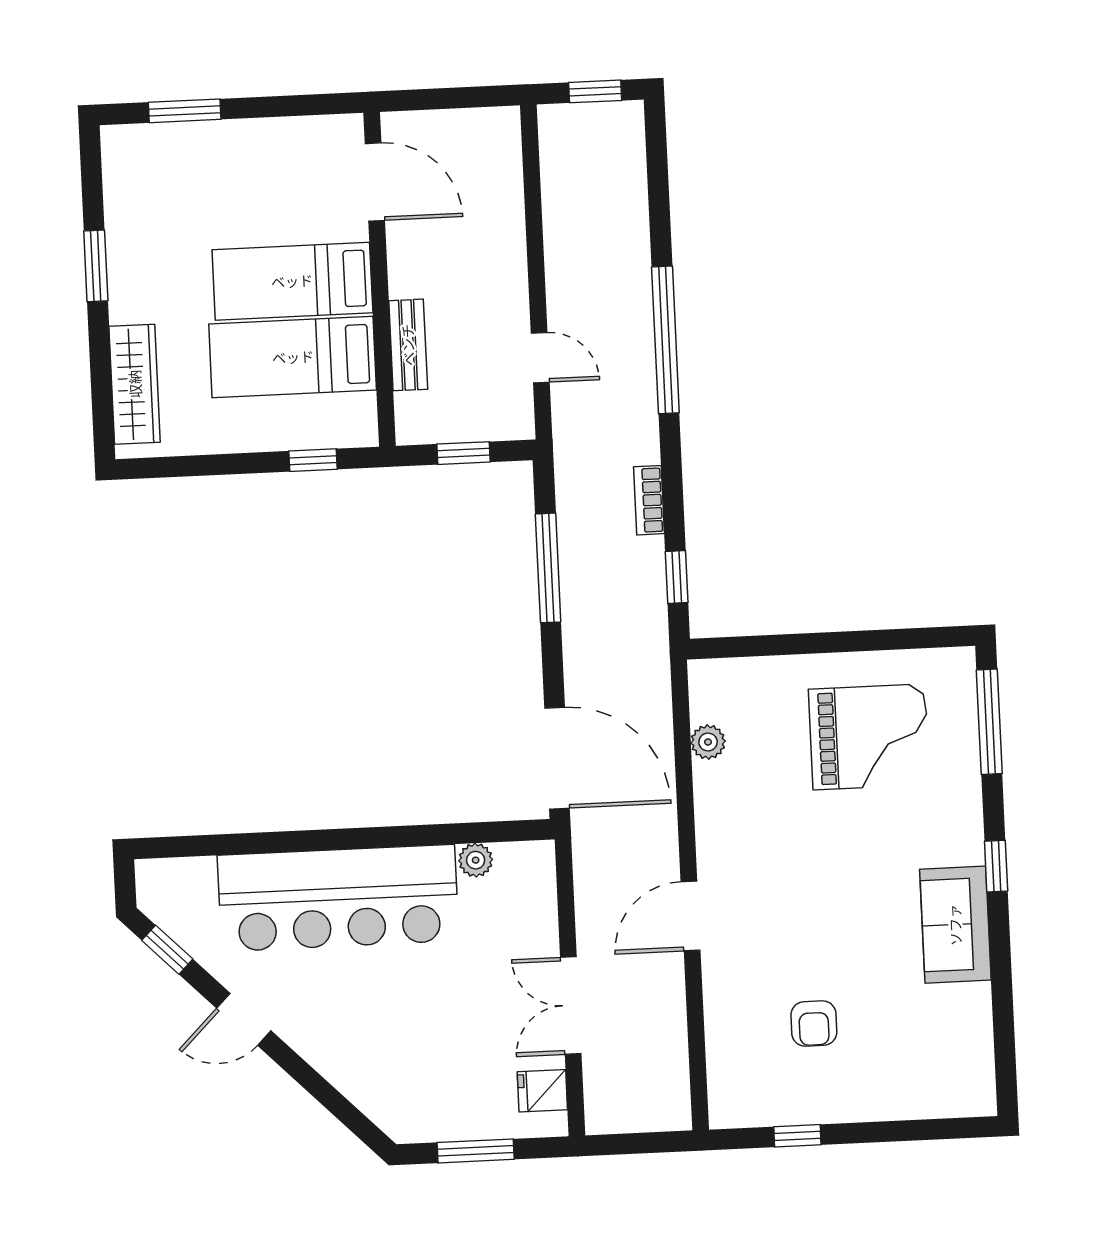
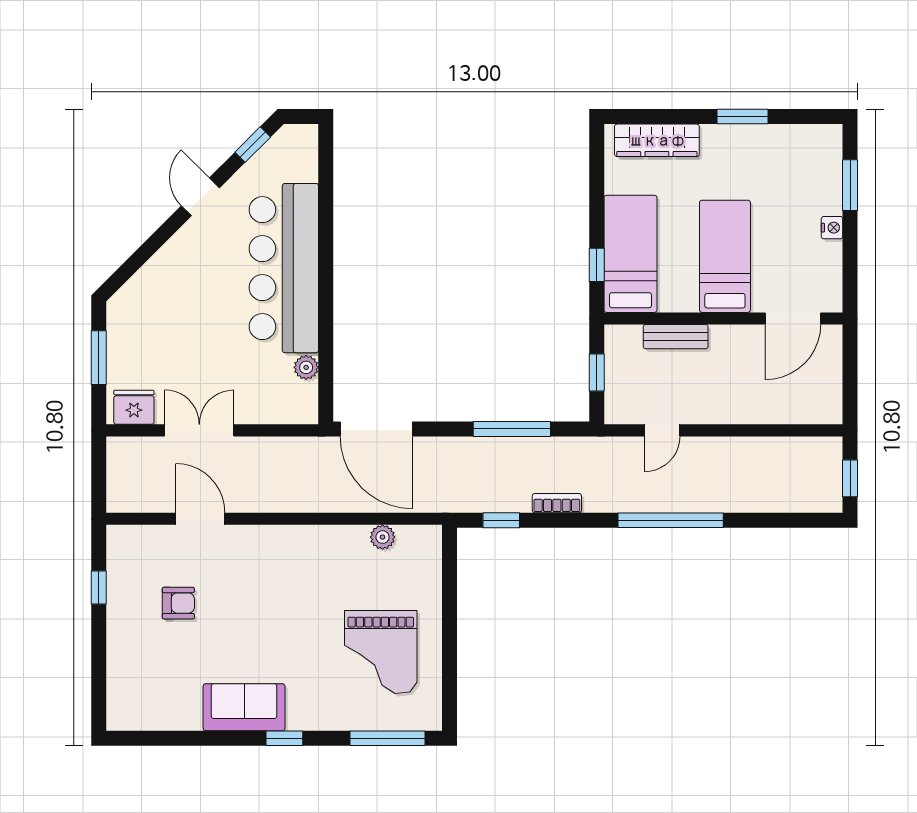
nightstand: (245, 133) -> (832, 228), added
bed: (293, 357) -> (630, 254), moved
door: (557, 758) -> (376, 429), hinge flipped
door: (691, 916) -> (200, 519), moved
armchair: (814, 1024) -> (178, 603), turned 180
fridge: (542, 1091) -> (134, 407), width x1.38

